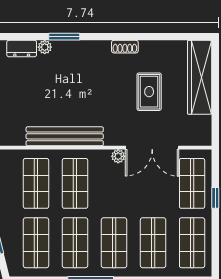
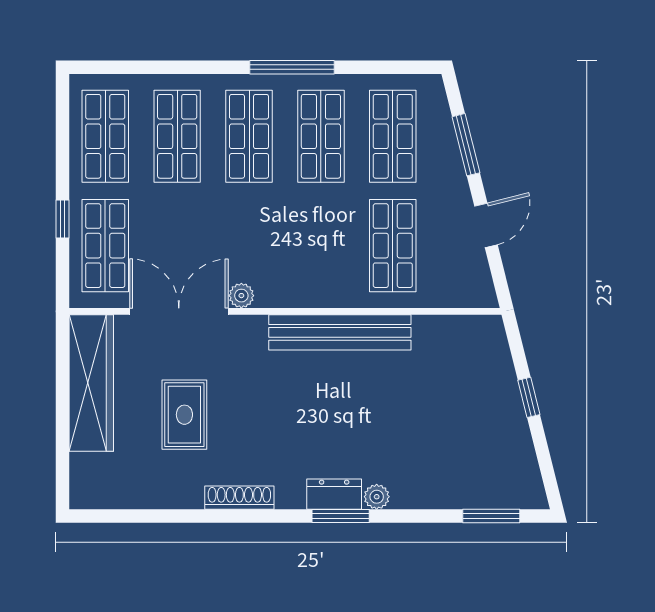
shoe rack: (125, 47) -> (239, 498), width x1.43
dresser: (22, 49) -> (334, 494), moved
wardrobe: (200, 77) -> (91, 383), moved
shop shelf: (75, 183) -> (321, 246), removed

